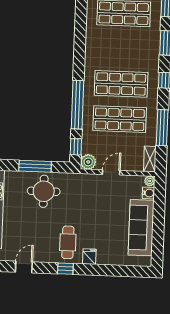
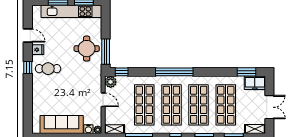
shop shelf: (122, 49) -> (199, 105), added
window: (77, 105) -> (174, 72), moved
window: (35, 166) -> (106, 52), moved
fridge: (89, 257) -> (38, 50), moved

